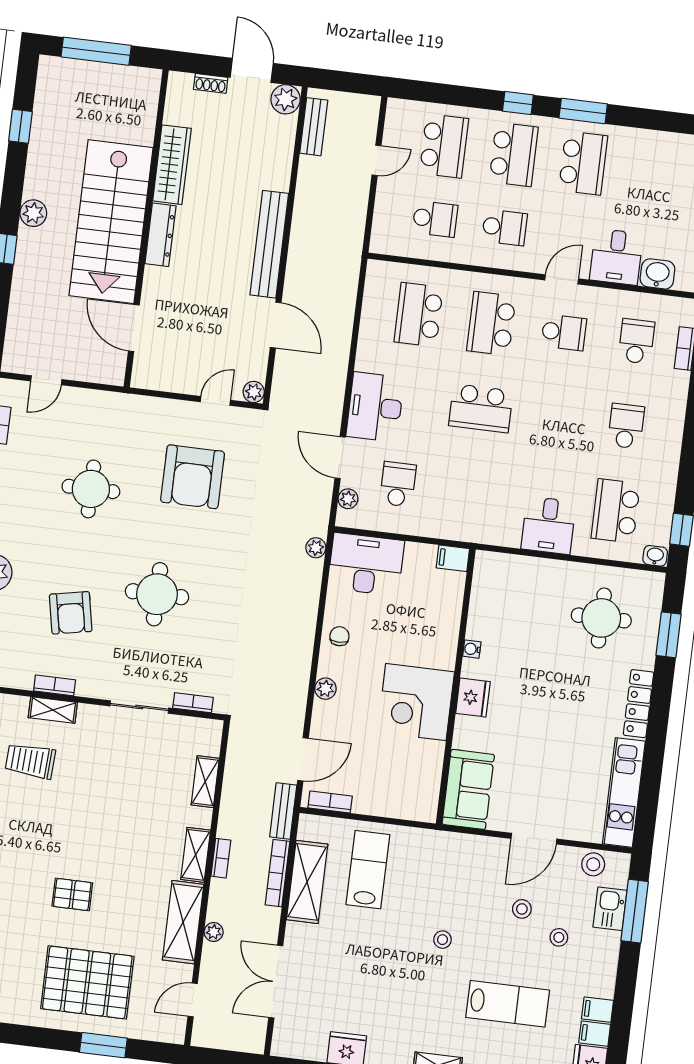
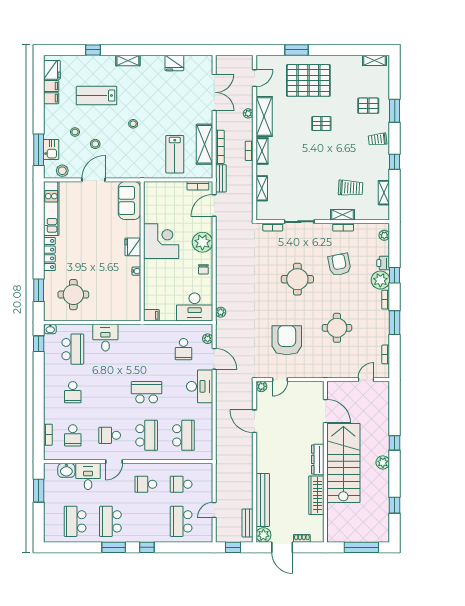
window: (348, 82) -> (233, 547), added
school desk: (514, 154) -> (75, 521), moved
bench: (269, 244) -> (263, 500), moved
plant: (325, 689) -> (202, 242), width x1.88, depth x1.88

